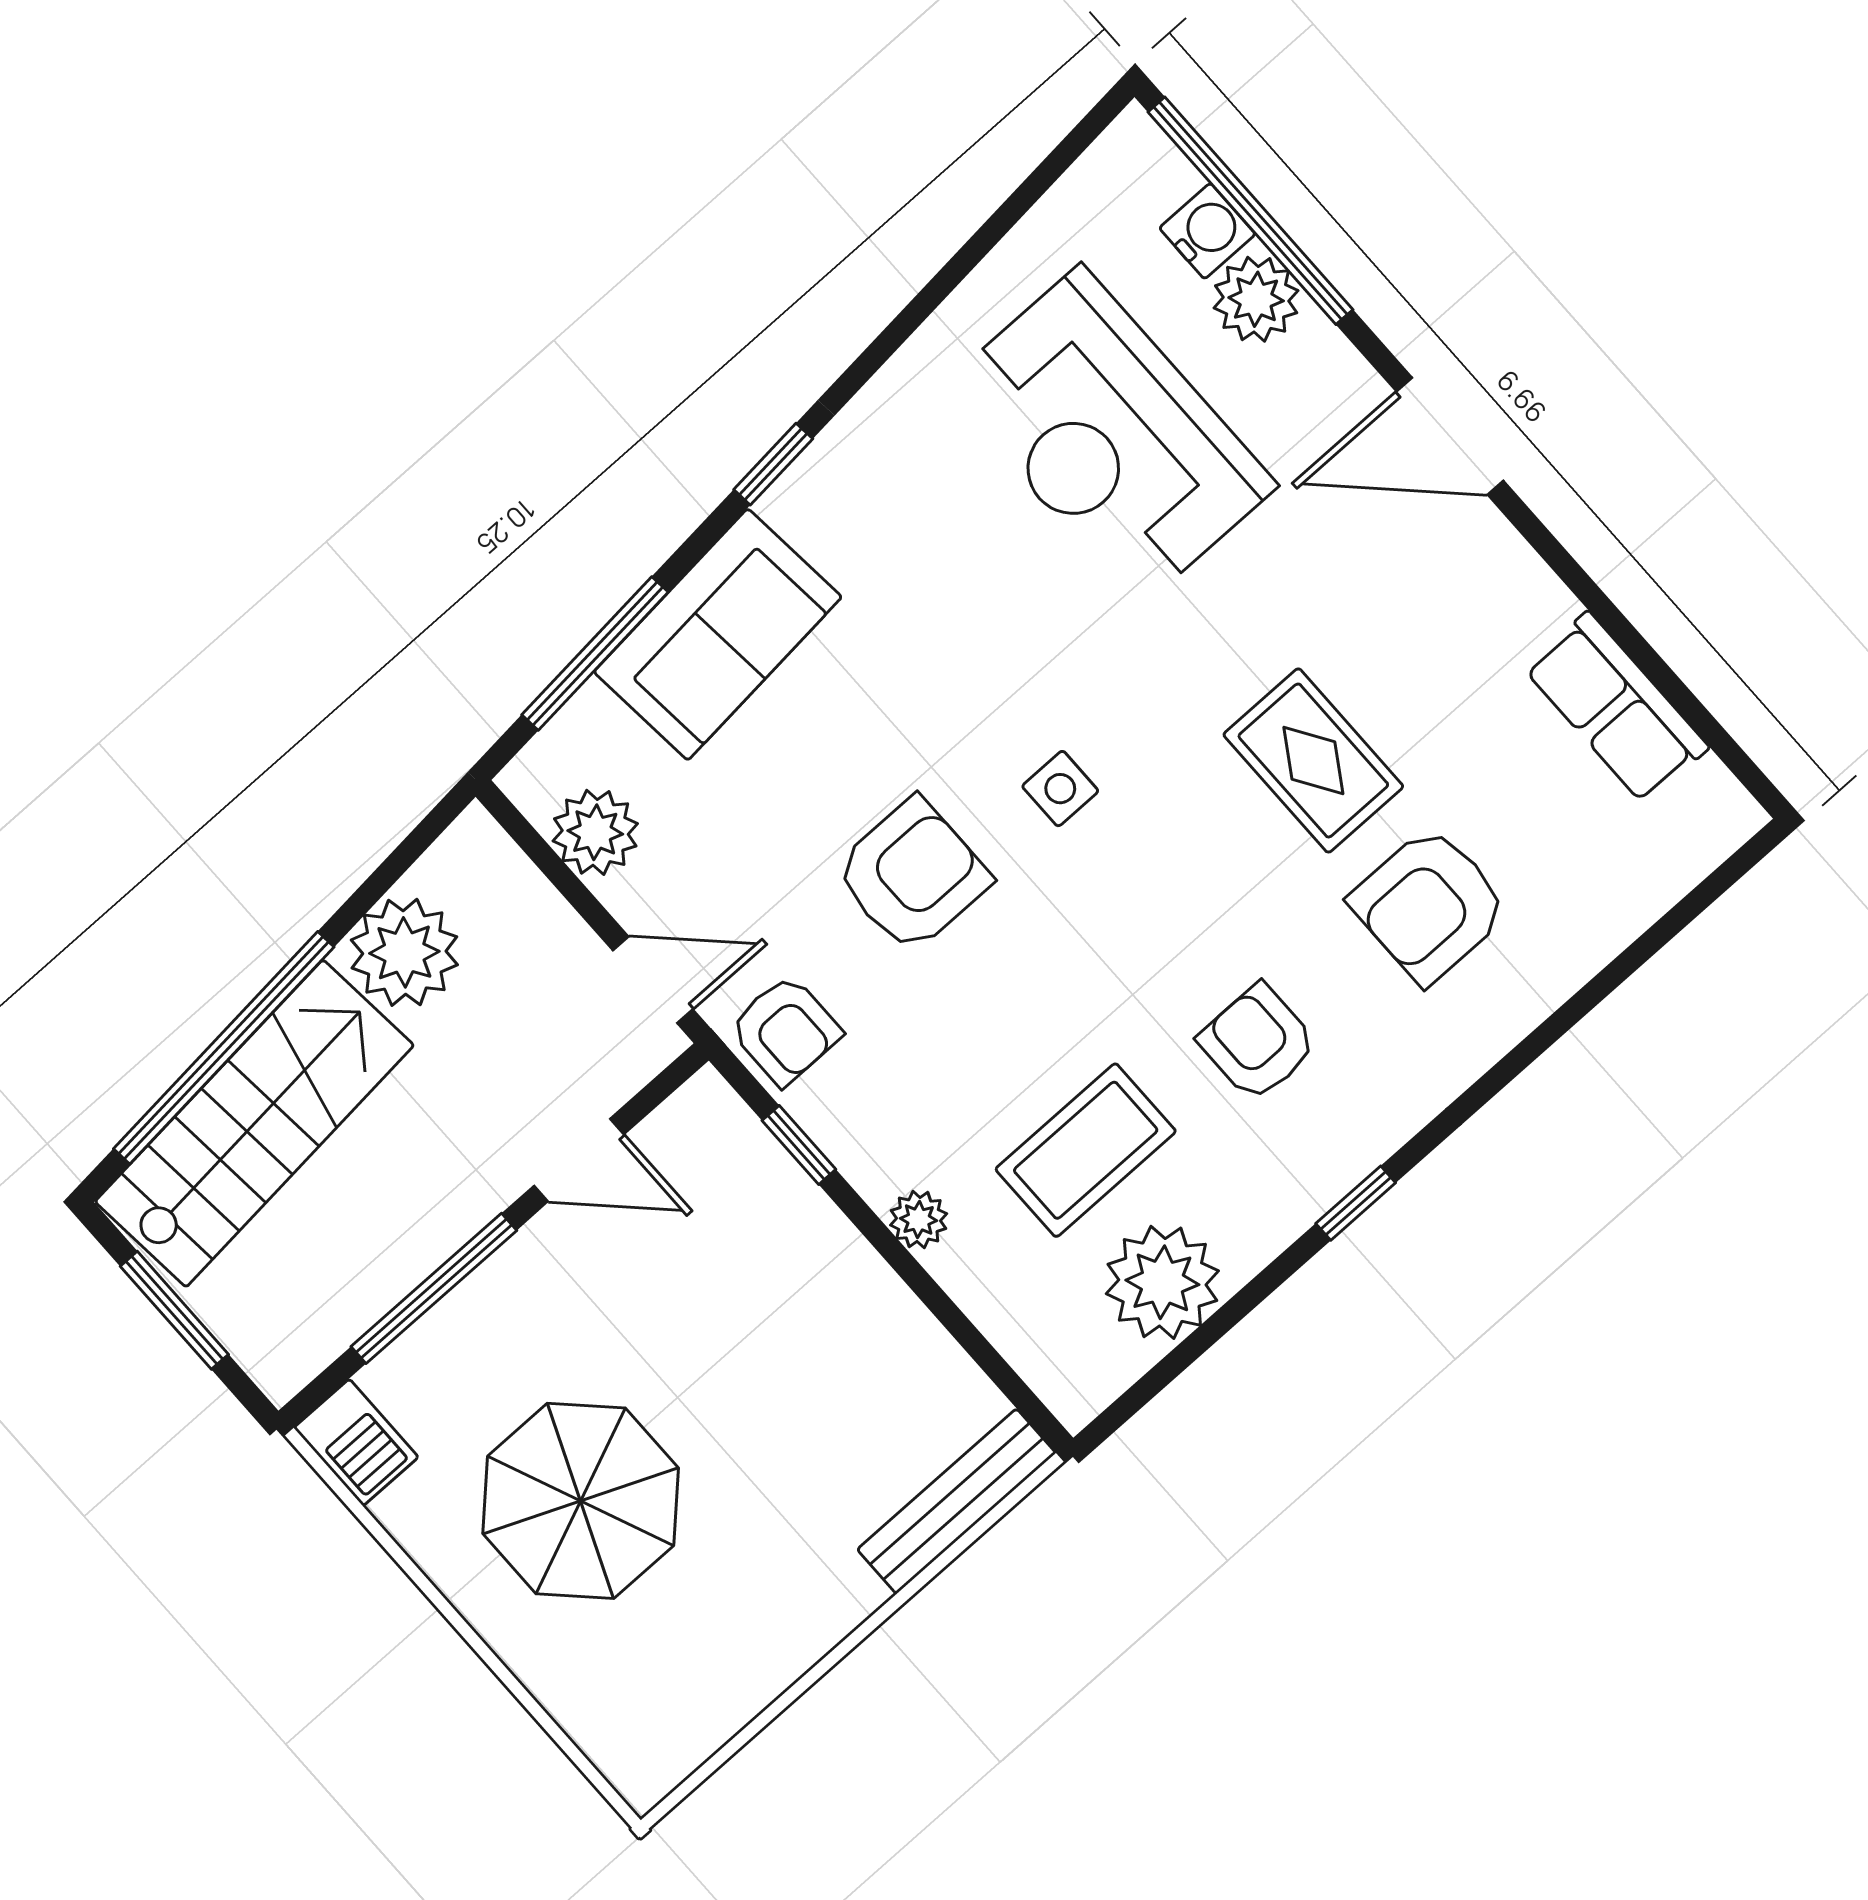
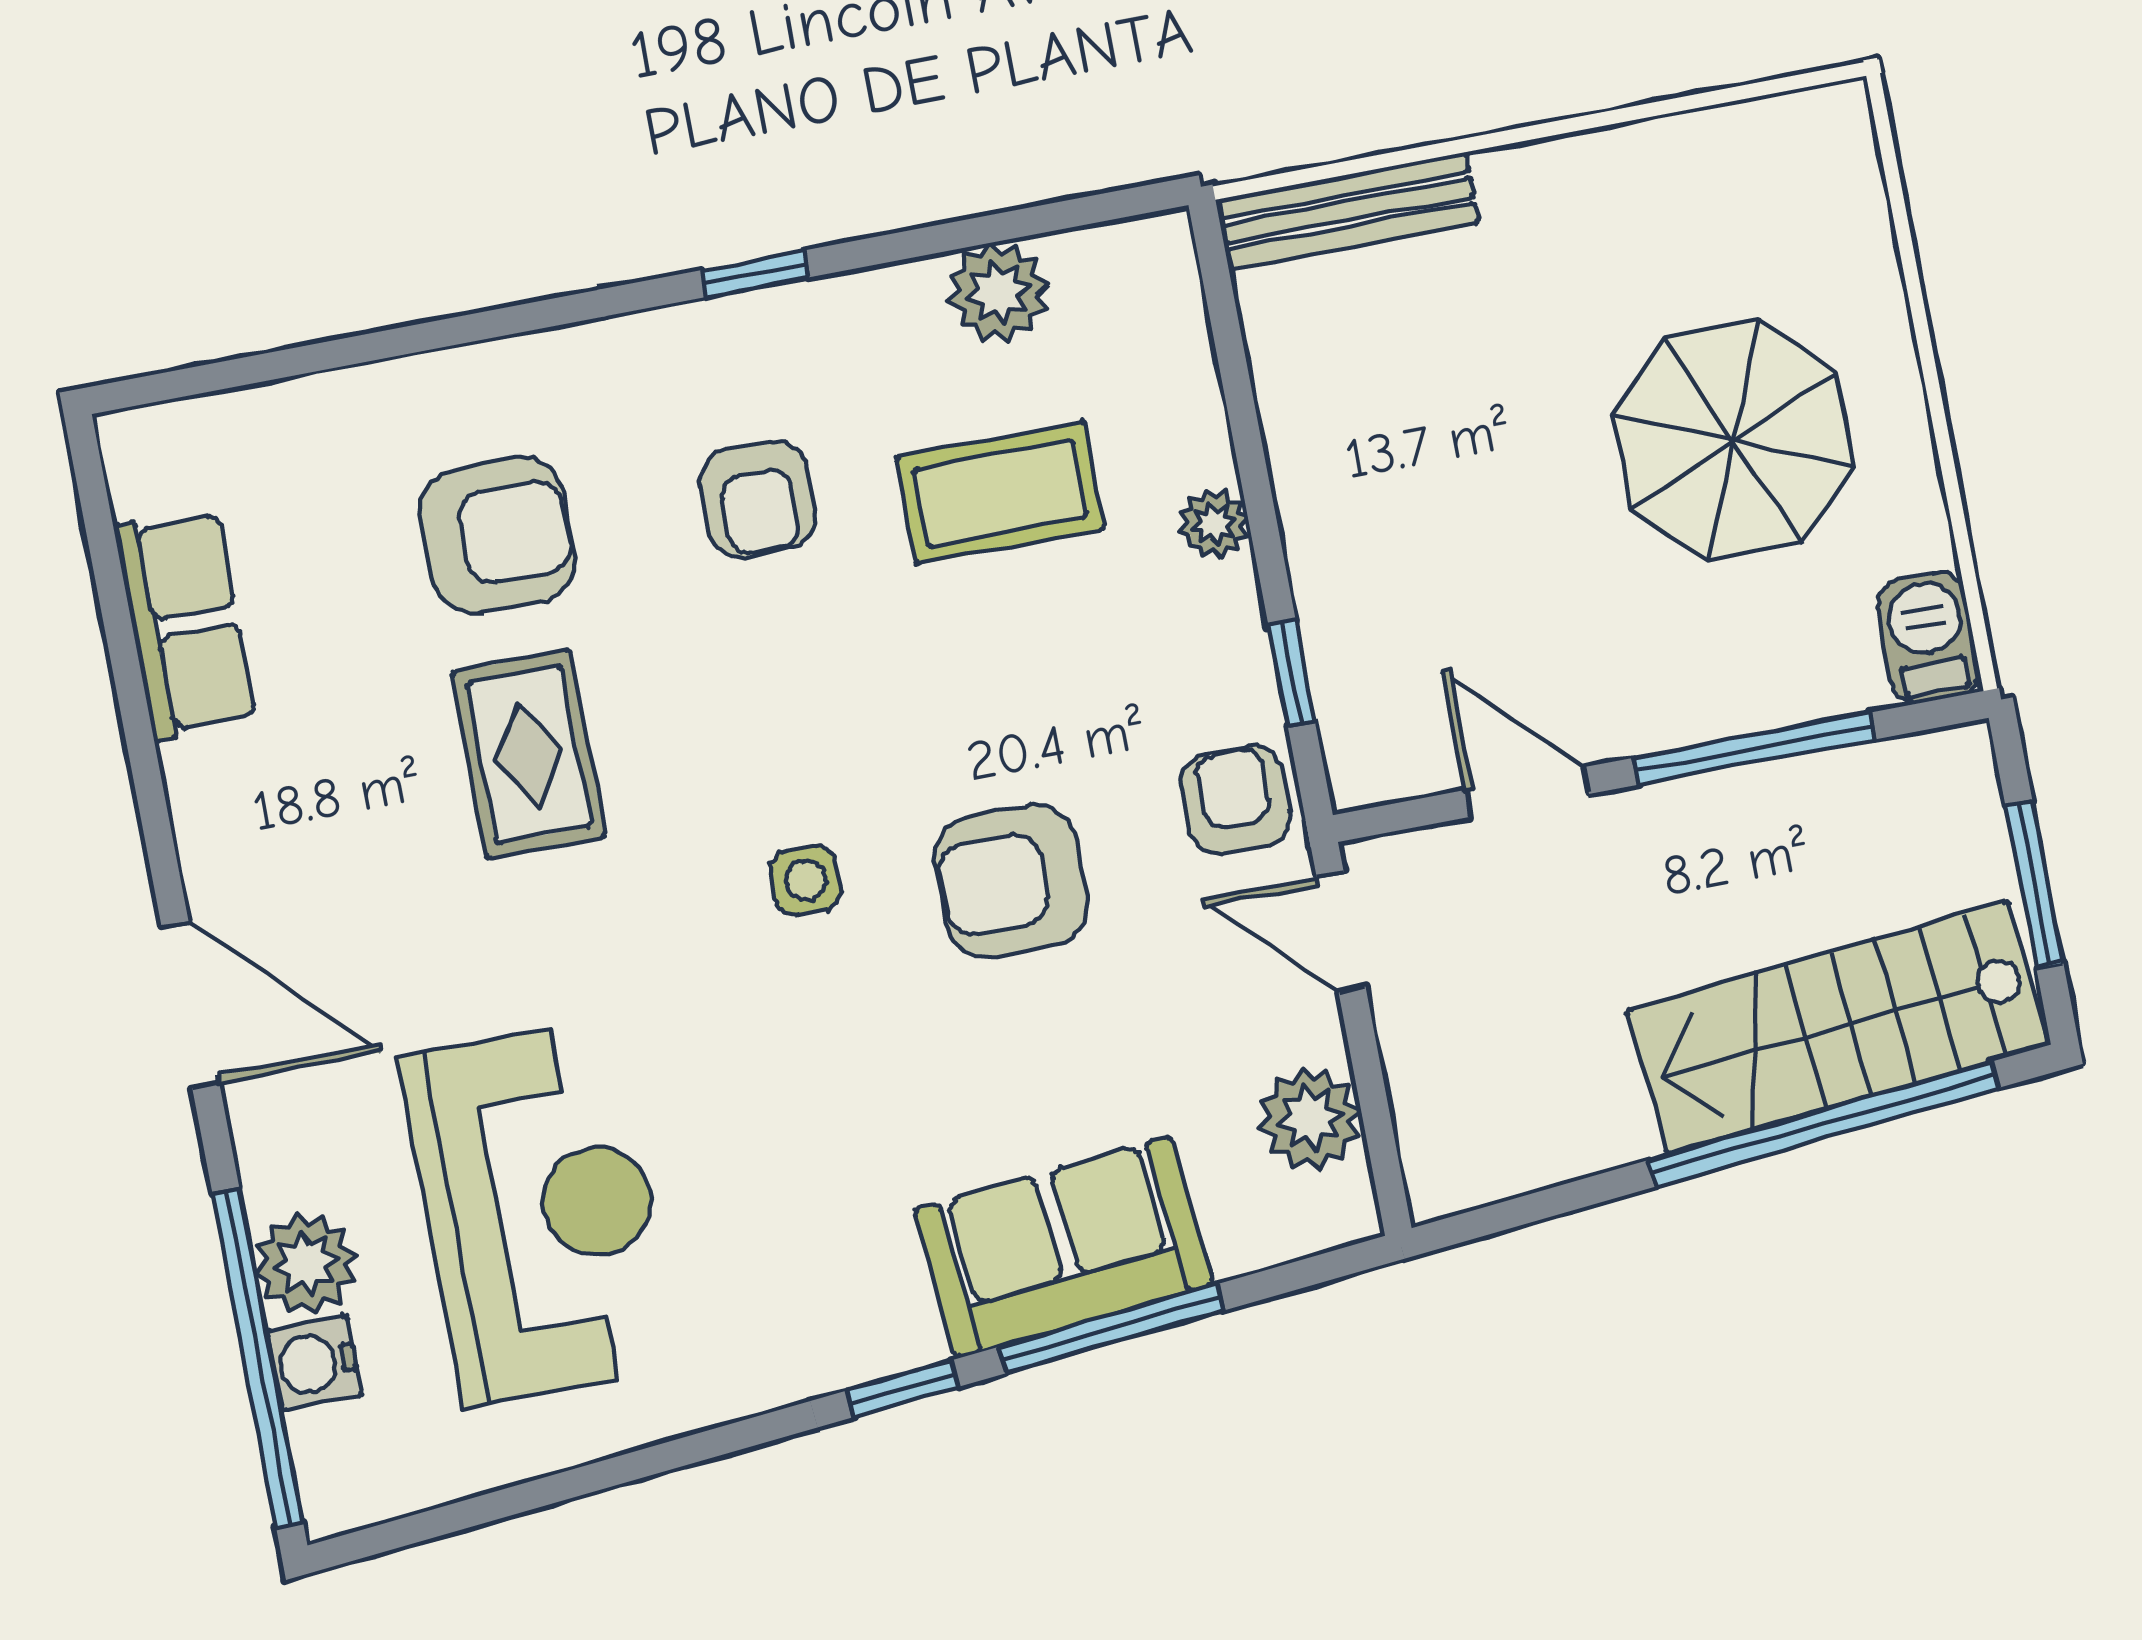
window: (595, 653) -> (1111, 1329), moved
plant: (404, 952) -> (1580, 1112), removed
plant: (1162, 1282) -> (999, 292), width x0.73, depth x0.73

